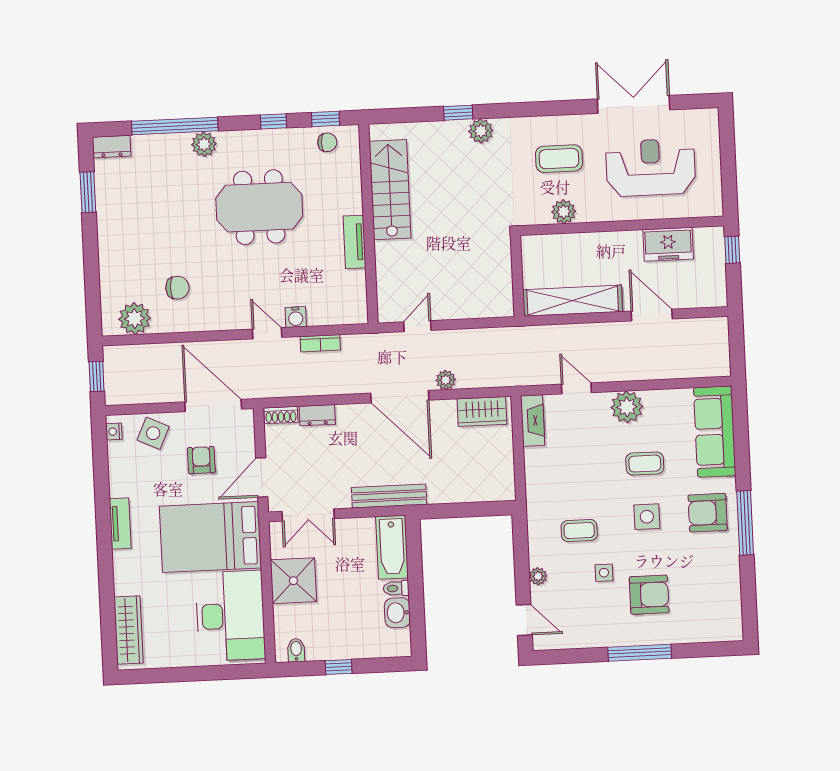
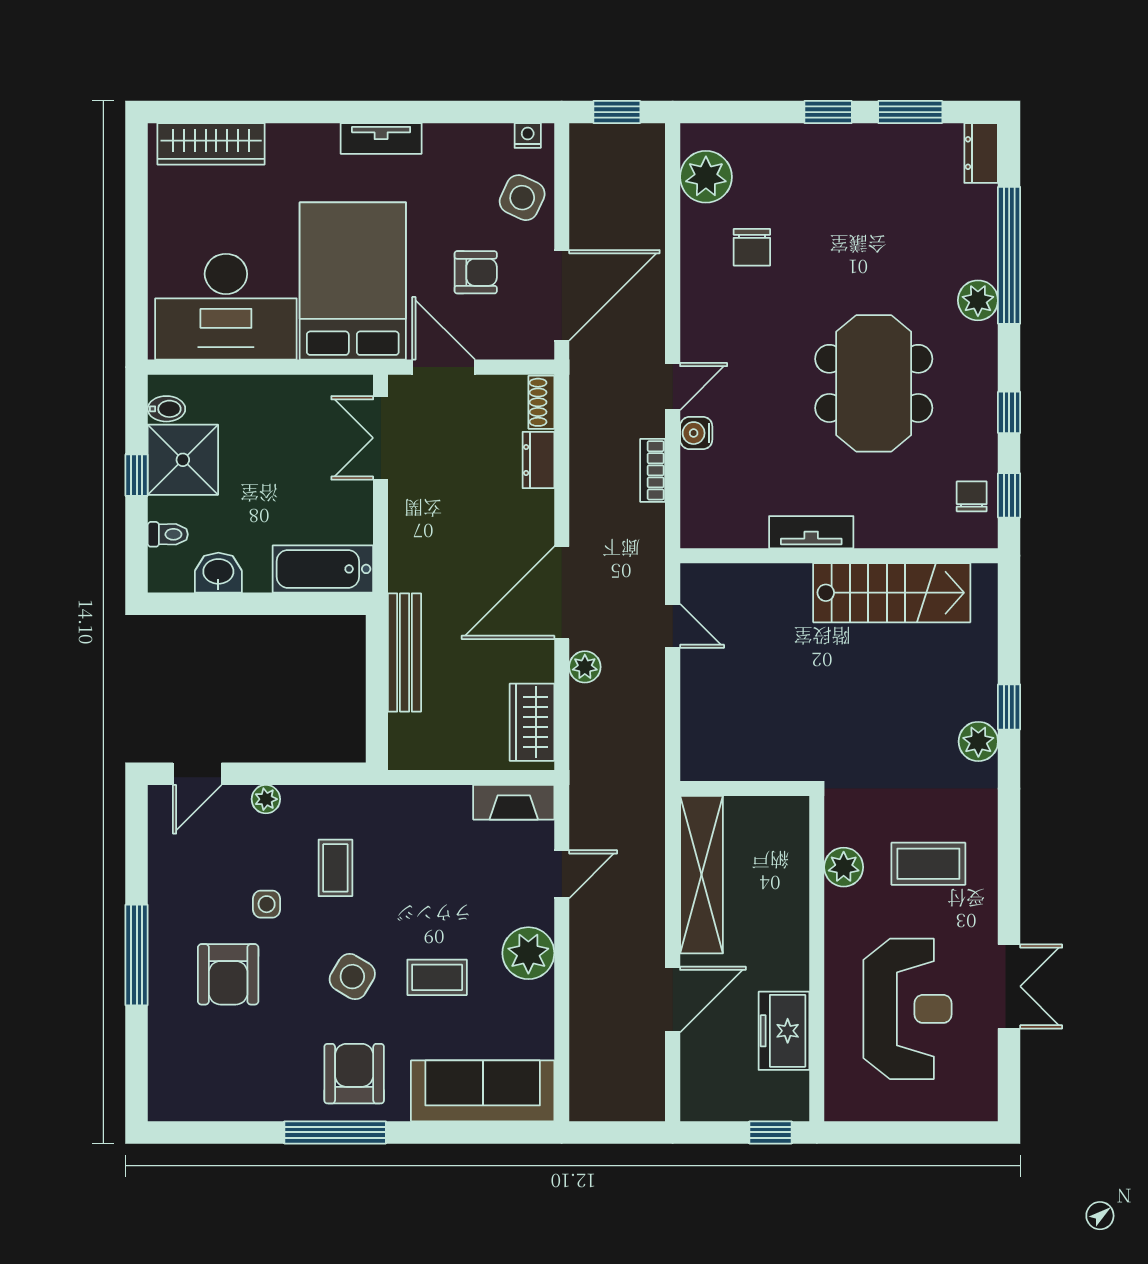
double door: (634, 104) -> (1009, 986), width x0.73
chair: (327, 142) -> (972, 496), turned 180
coffee table: (559, 159) -> (928, 864), turned 90
window: (90, 244) -> (828, 112), added
coffee table: (645, 464) -> (437, 977), turned 90
bench: (389, 496) -> (405, 653), moved
side table: (647, 517) -> (352, 977), turned 31
shower: (293, 581) -> (183, 460), moved
toilet: (396, 588) -> (168, 534), moved, turned 90

